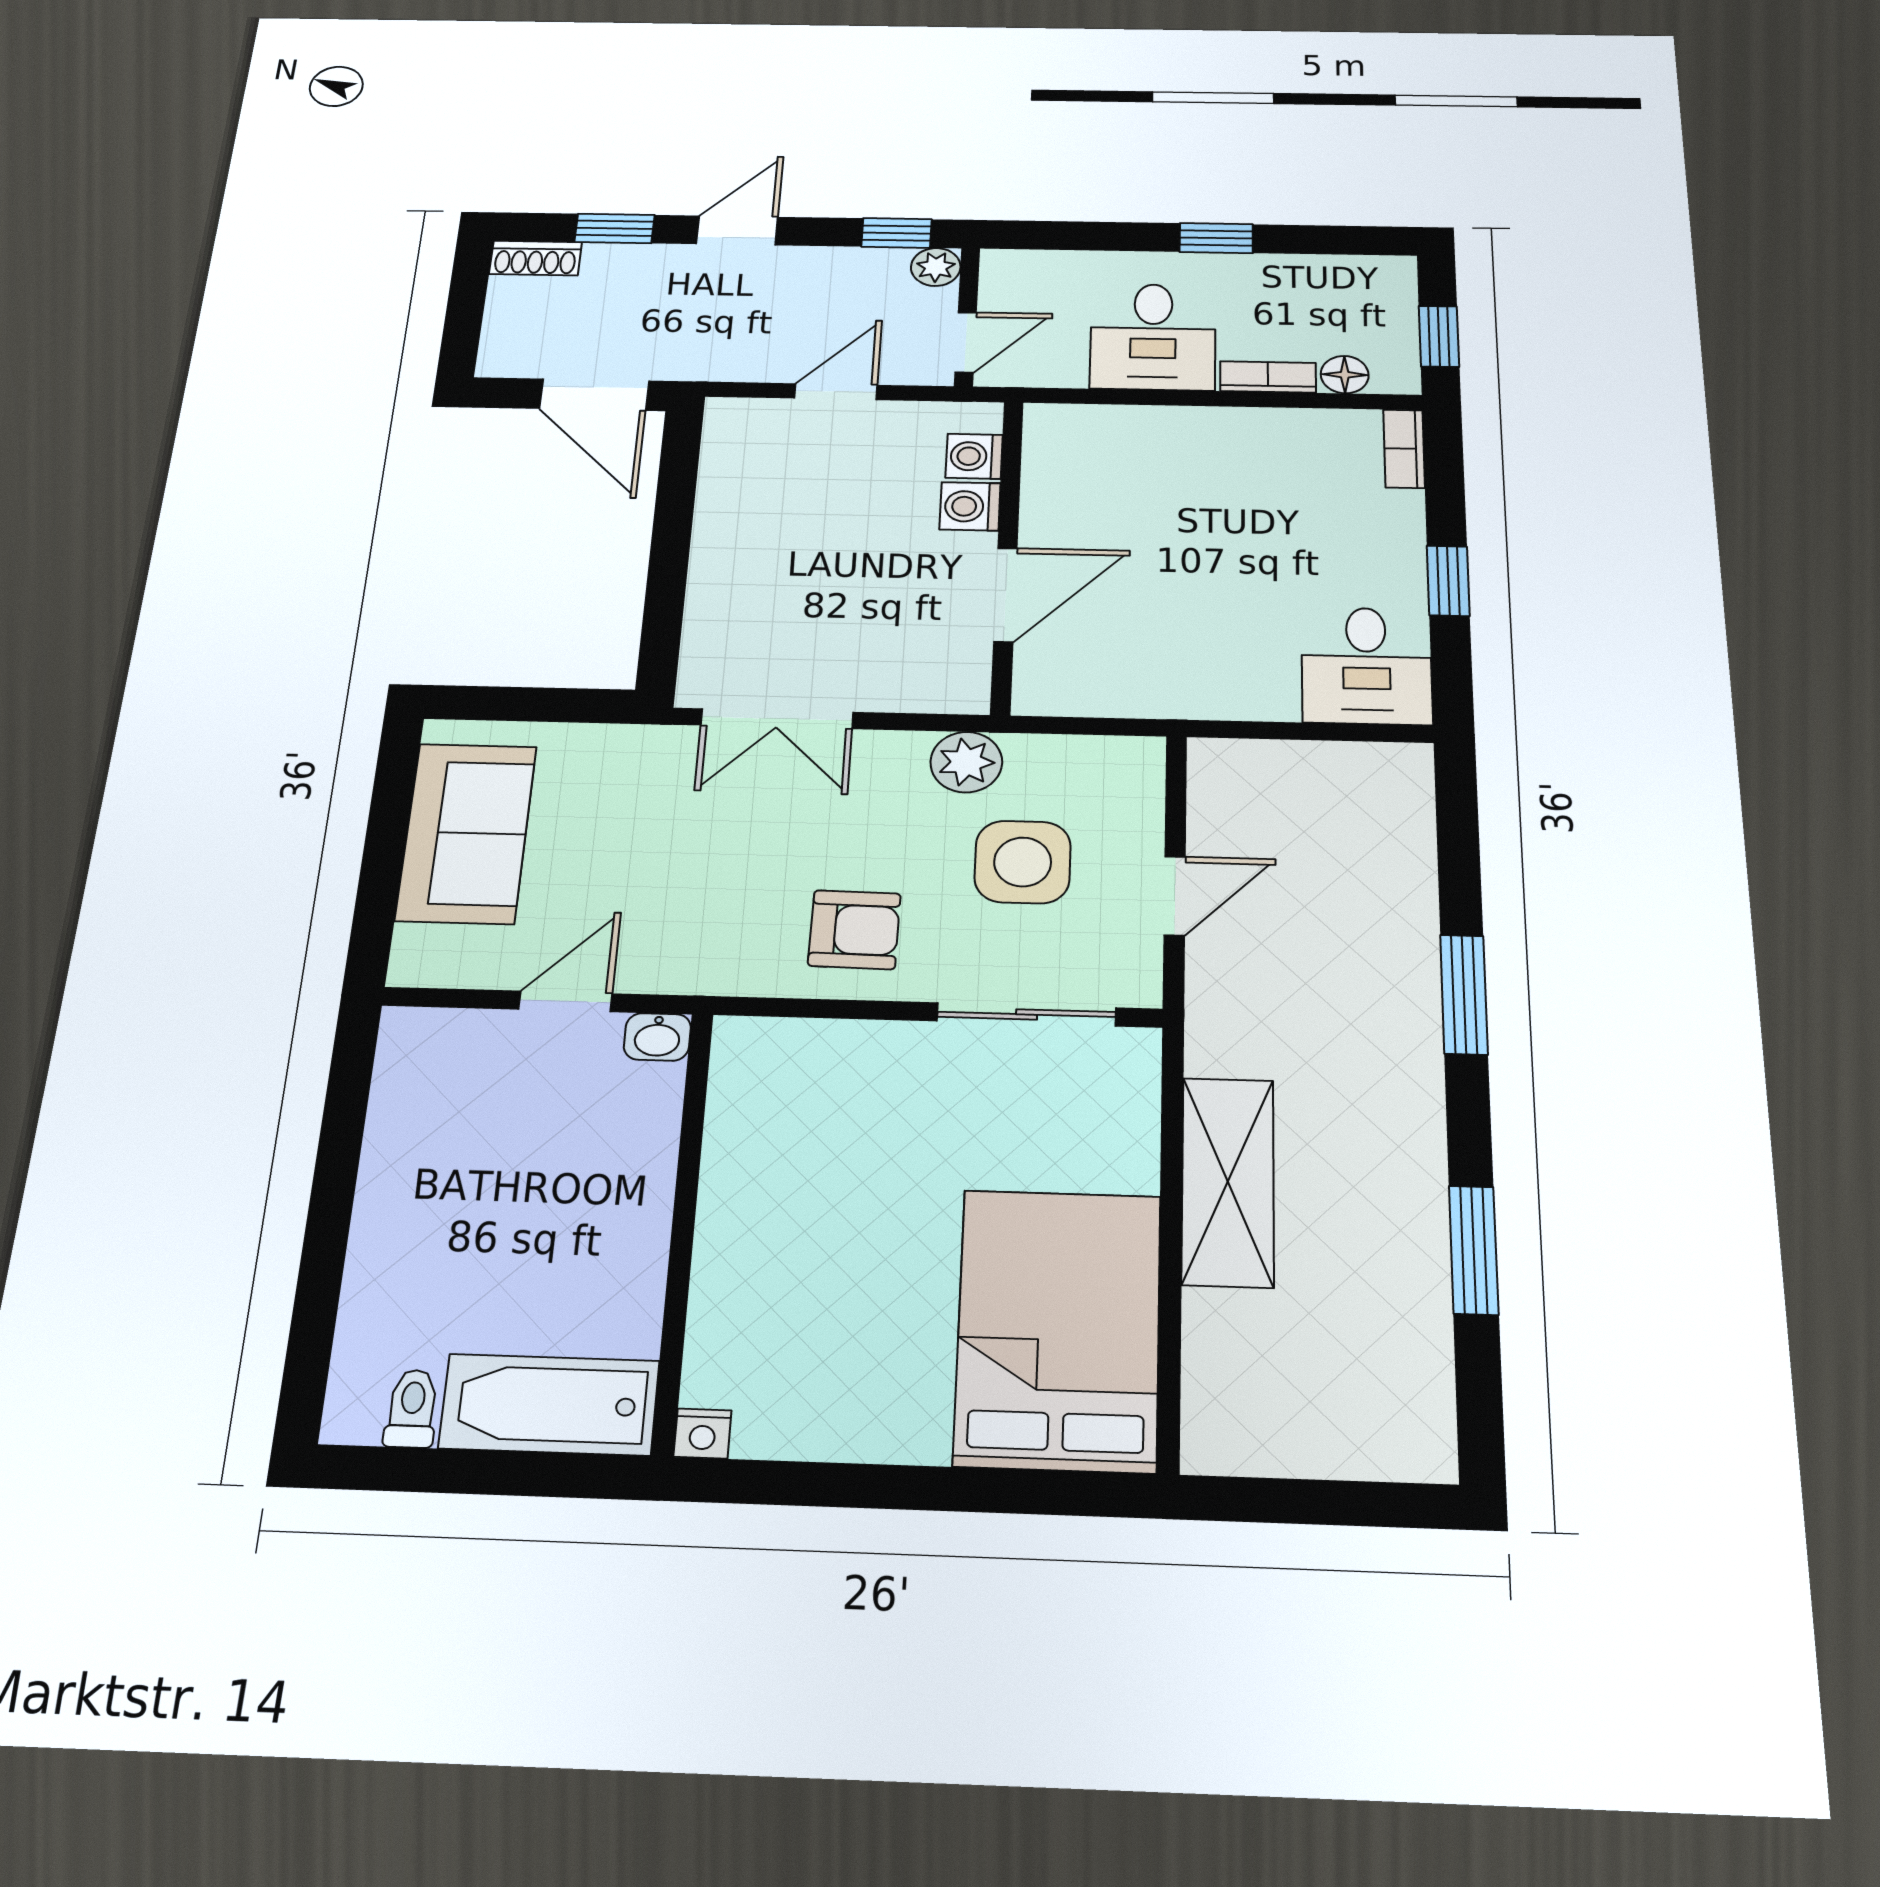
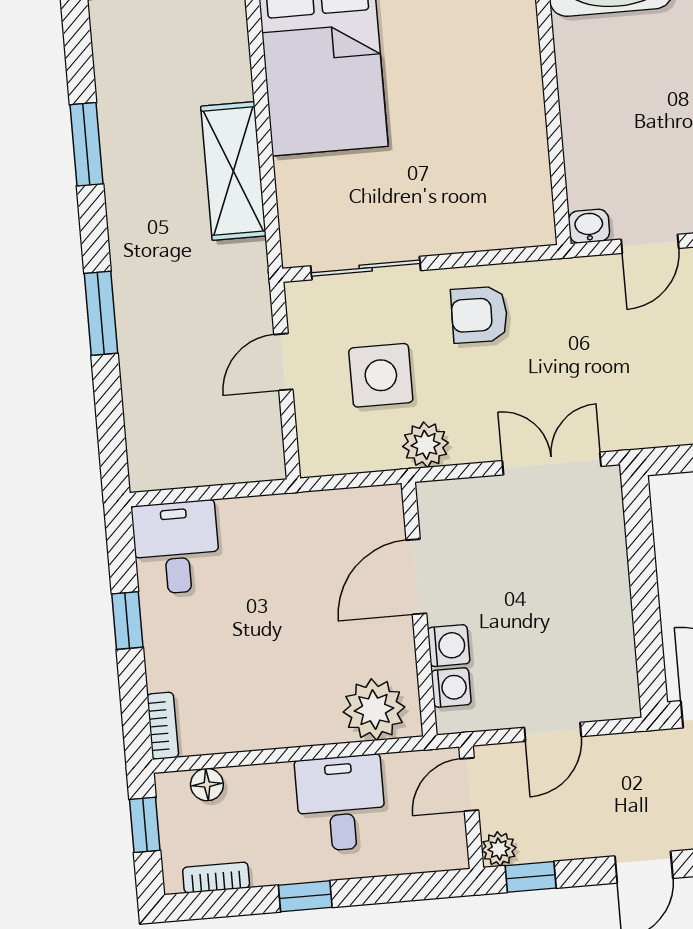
bookcase: (1268, 377) -> (216, 878), moved, turned 180
plant: (1091, 440) -> (374, 710), added

